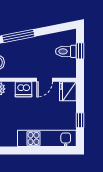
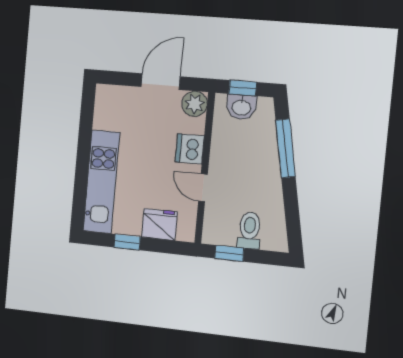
window: (80, 51) -> (229, 253), moved
fridge: (68, 91) -> (159, 224), moved

